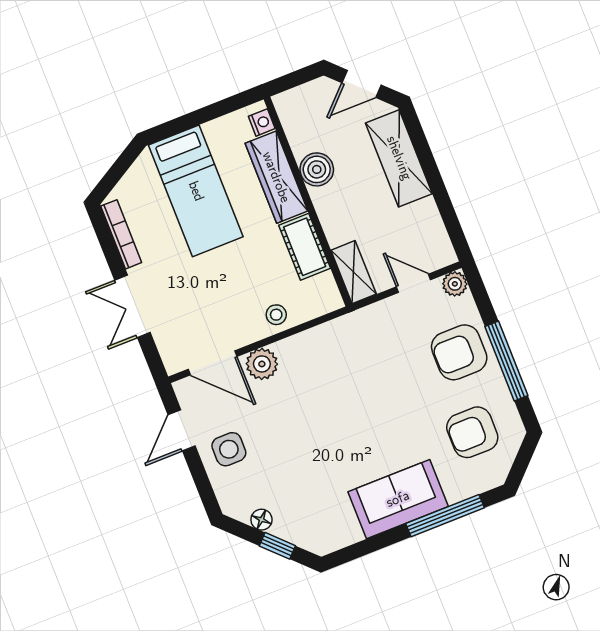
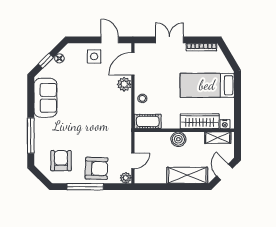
boiler: (317, 169) -> (178, 139), moved
cot: (305, 247) -> (148, 121), moved
shelving: (354, 272) -> (218, 138), moved
armchair: (459, 352) -> (96, 168), turned 92
sofa: (398, 499) -> (45, 98), moved

